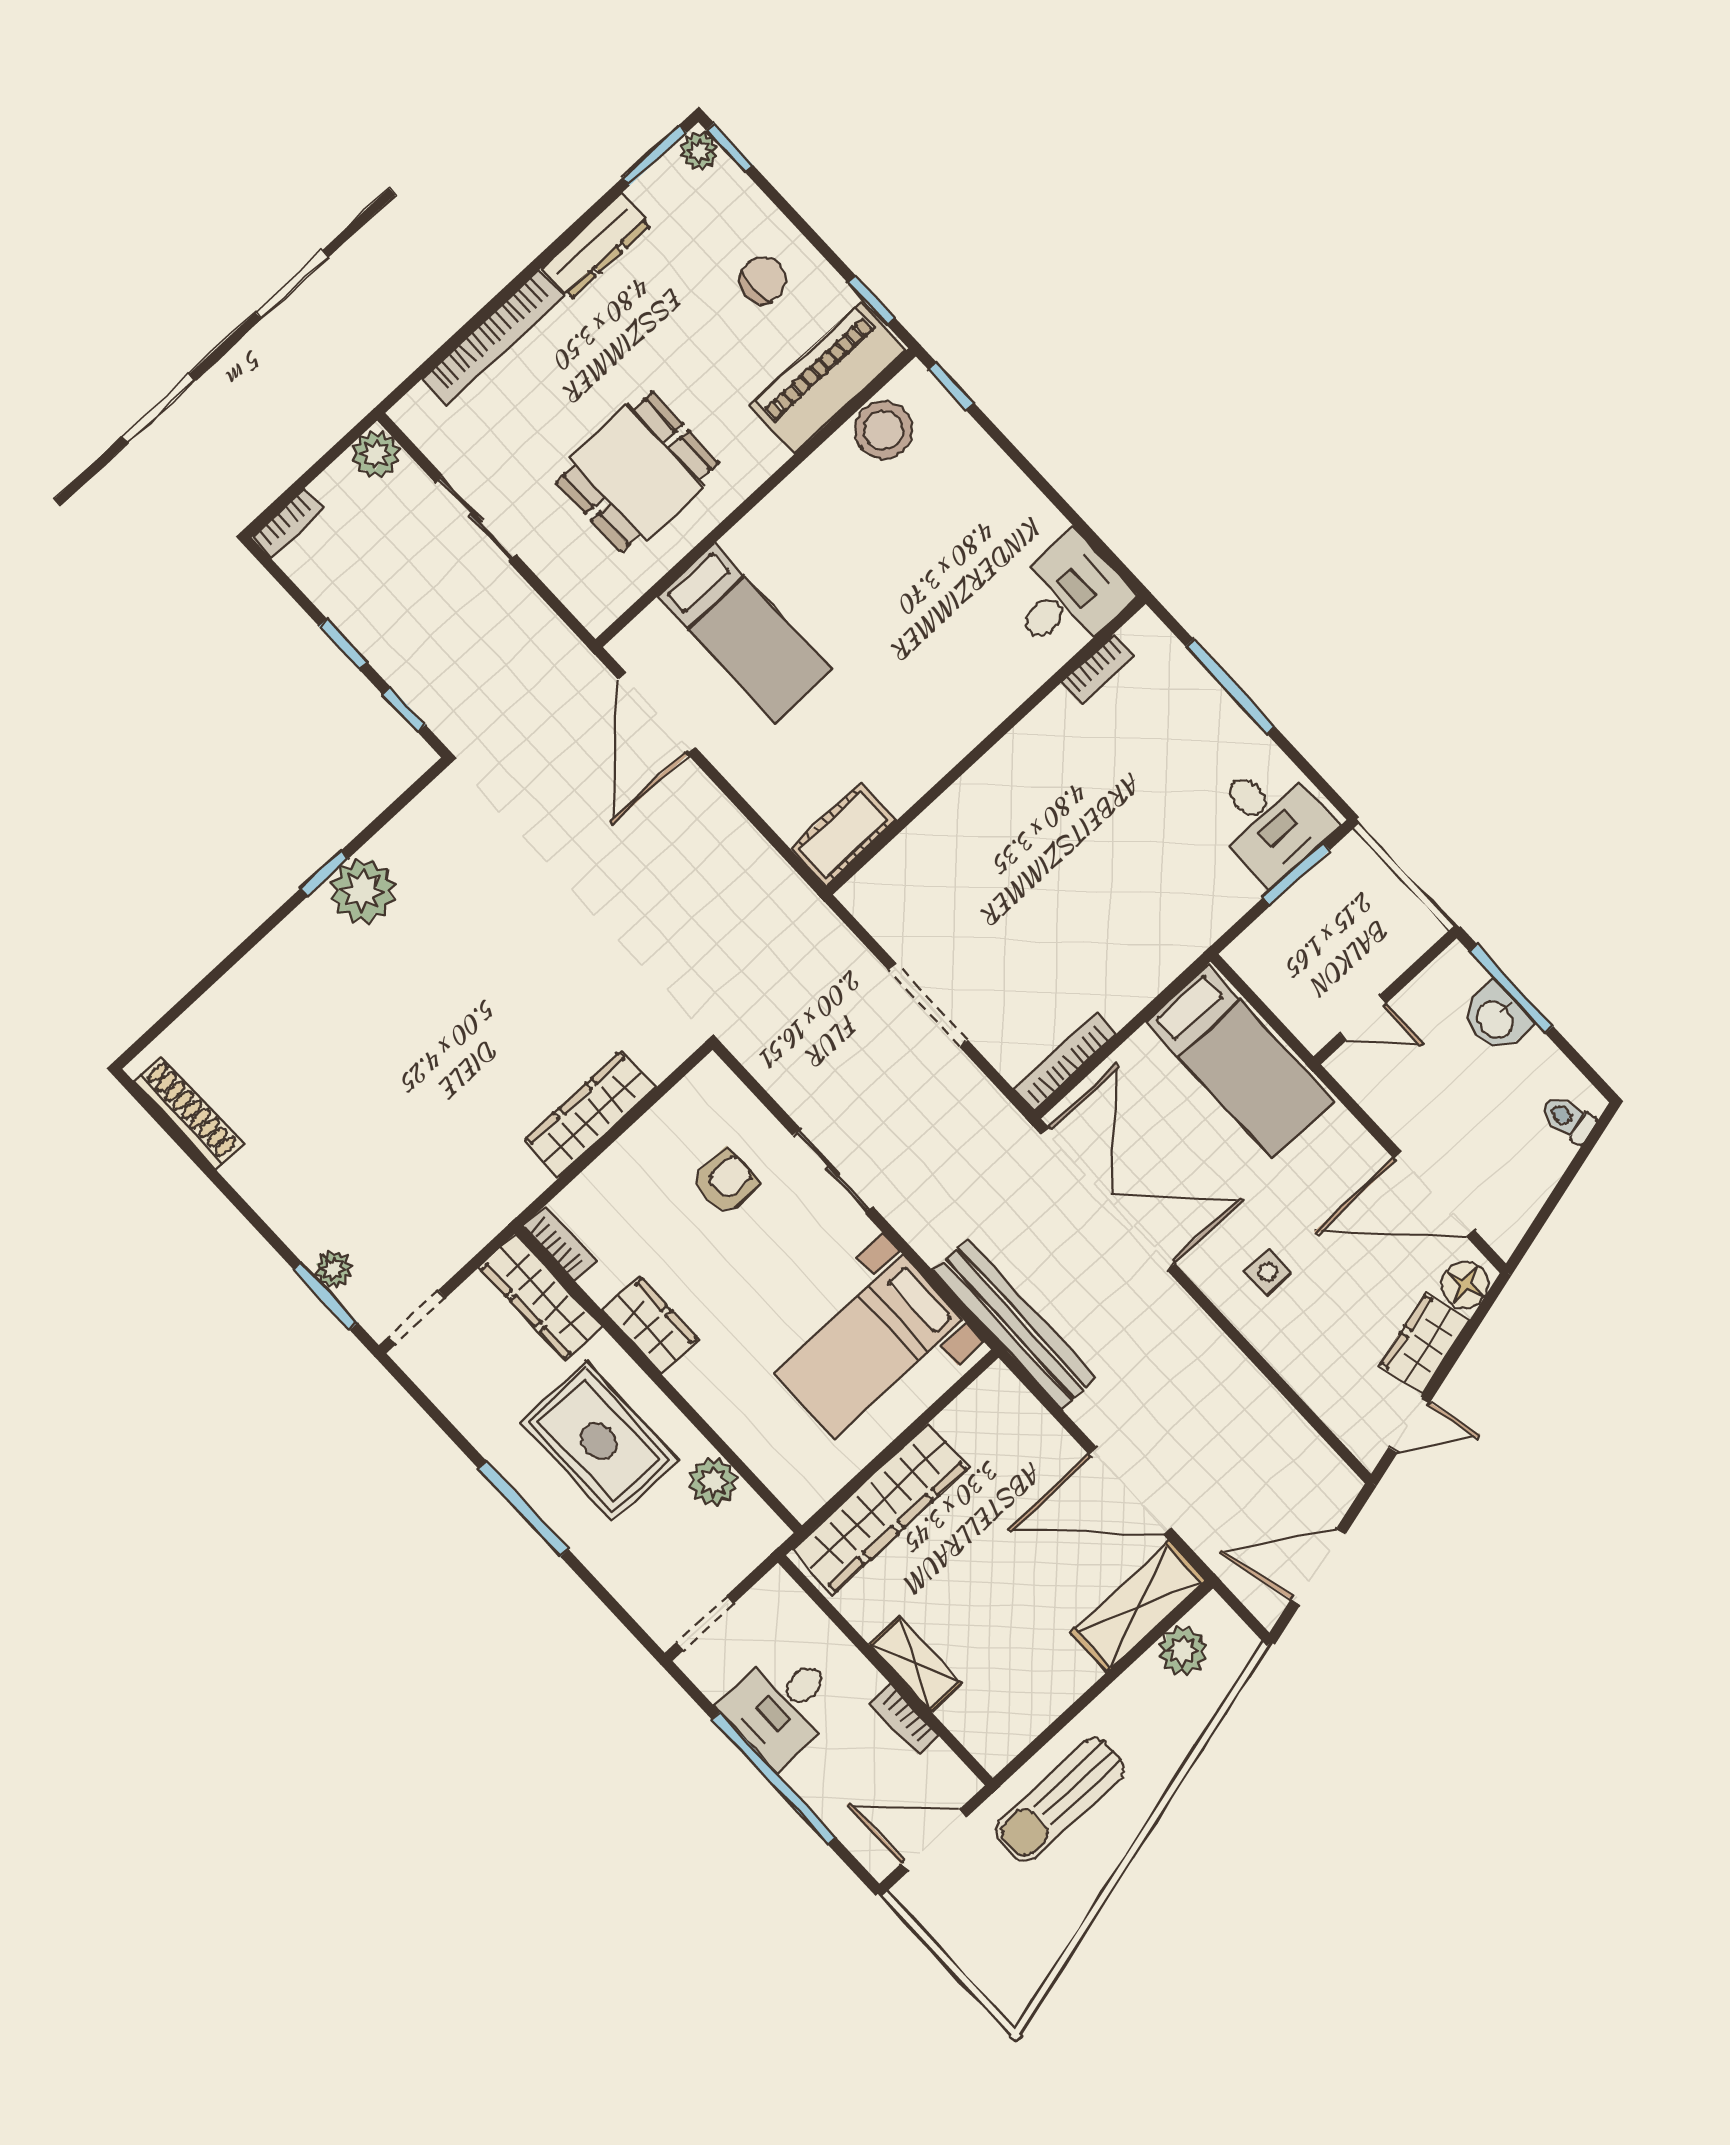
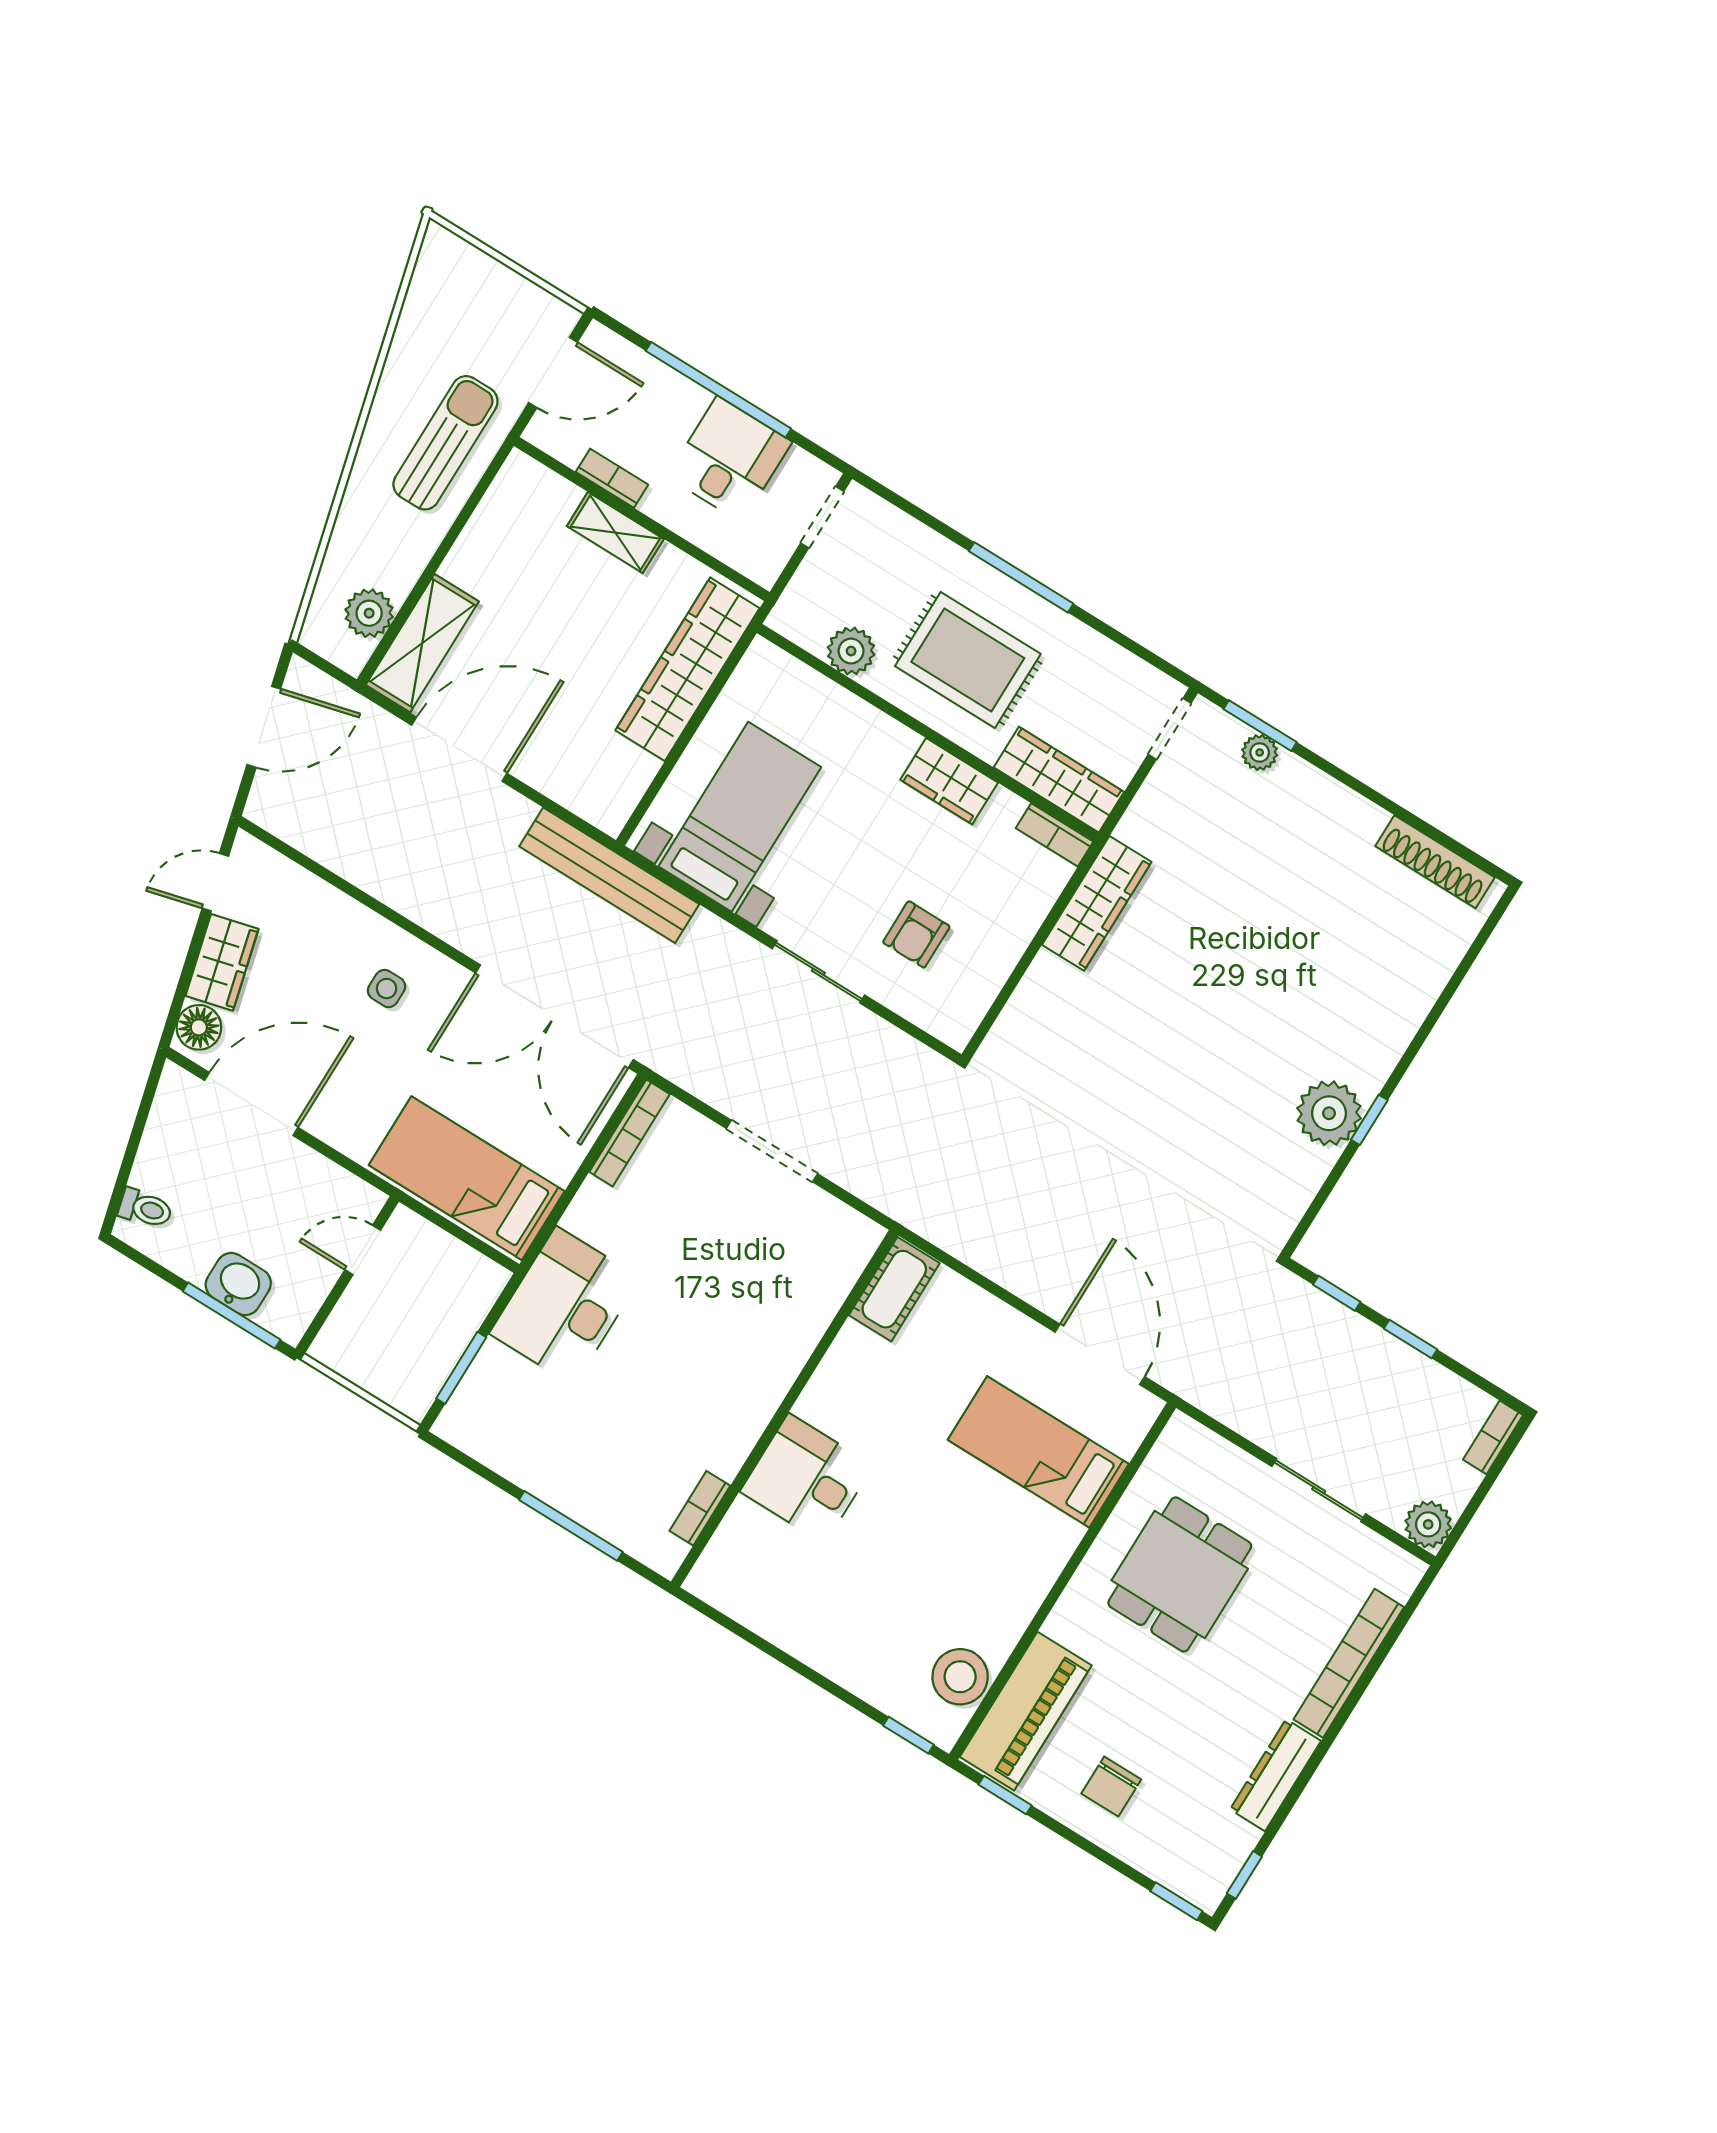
plant: (699, 151) -> (1204, 1890), removed
window: (655, 155) -> (1244, 1875), width x0.67
desk: (1068, 596) -> (807, 1479), moved, turned 90
desk: (1270, 821) -> (565, 1306), moved, width x1.37
wardrobe: (590, 1114) -> (1097, 903), moved

